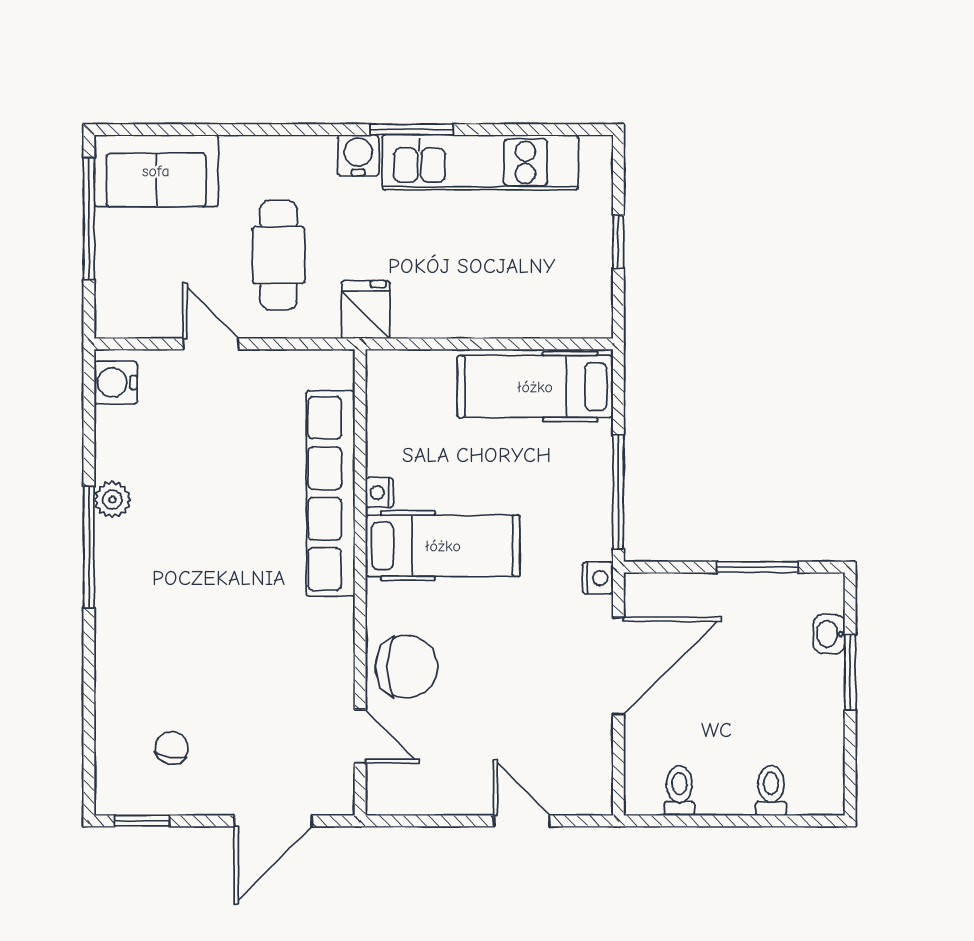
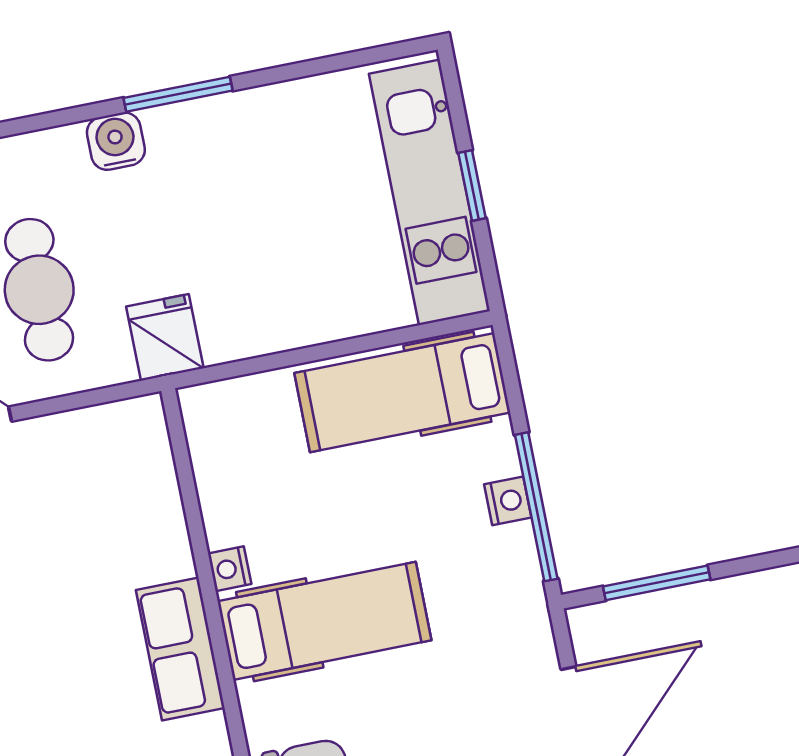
kitchen unit: (480, 162) -> (429, 192), moved, turned 90
row of seats: (331, 493) -> (180, 649), width x0.50
window: (758, 567) -> (657, 583), moved
nightstand: (598, 578) -> (508, 501), moved

